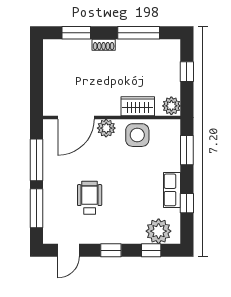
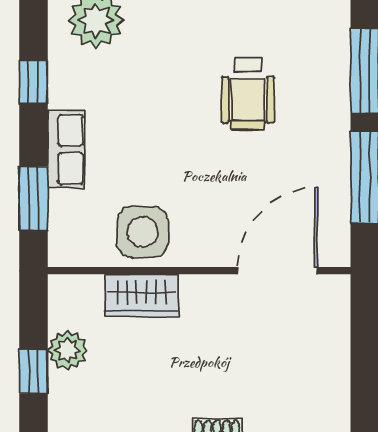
plant: (171, 106) -> (67, 350), moved
plant: (106, 128) -> (211, 247), removed
row of seats: (172, 190) -> (66, 149), moved

